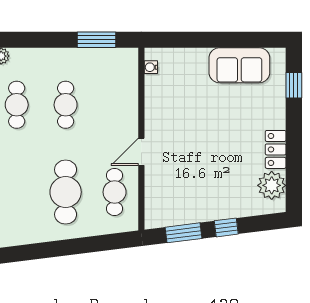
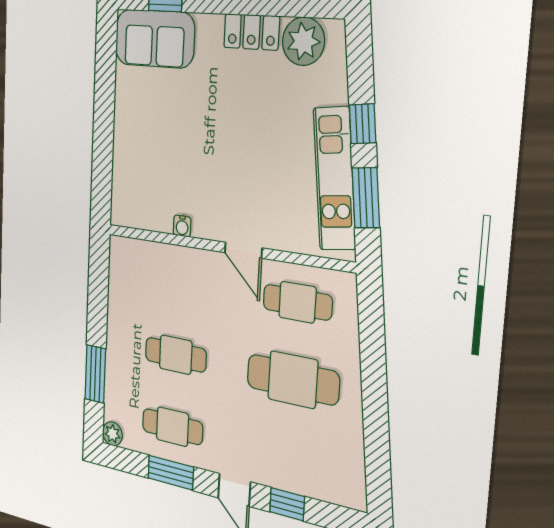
window: (96, 40) -> (95, 374), moved
sofa: (239, 65) -> (155, 39), moved, turned 90
water cooler: (151, 67) -> (182, 226), moved
kitchen unit: (193, 212) -> (334, 179), added

